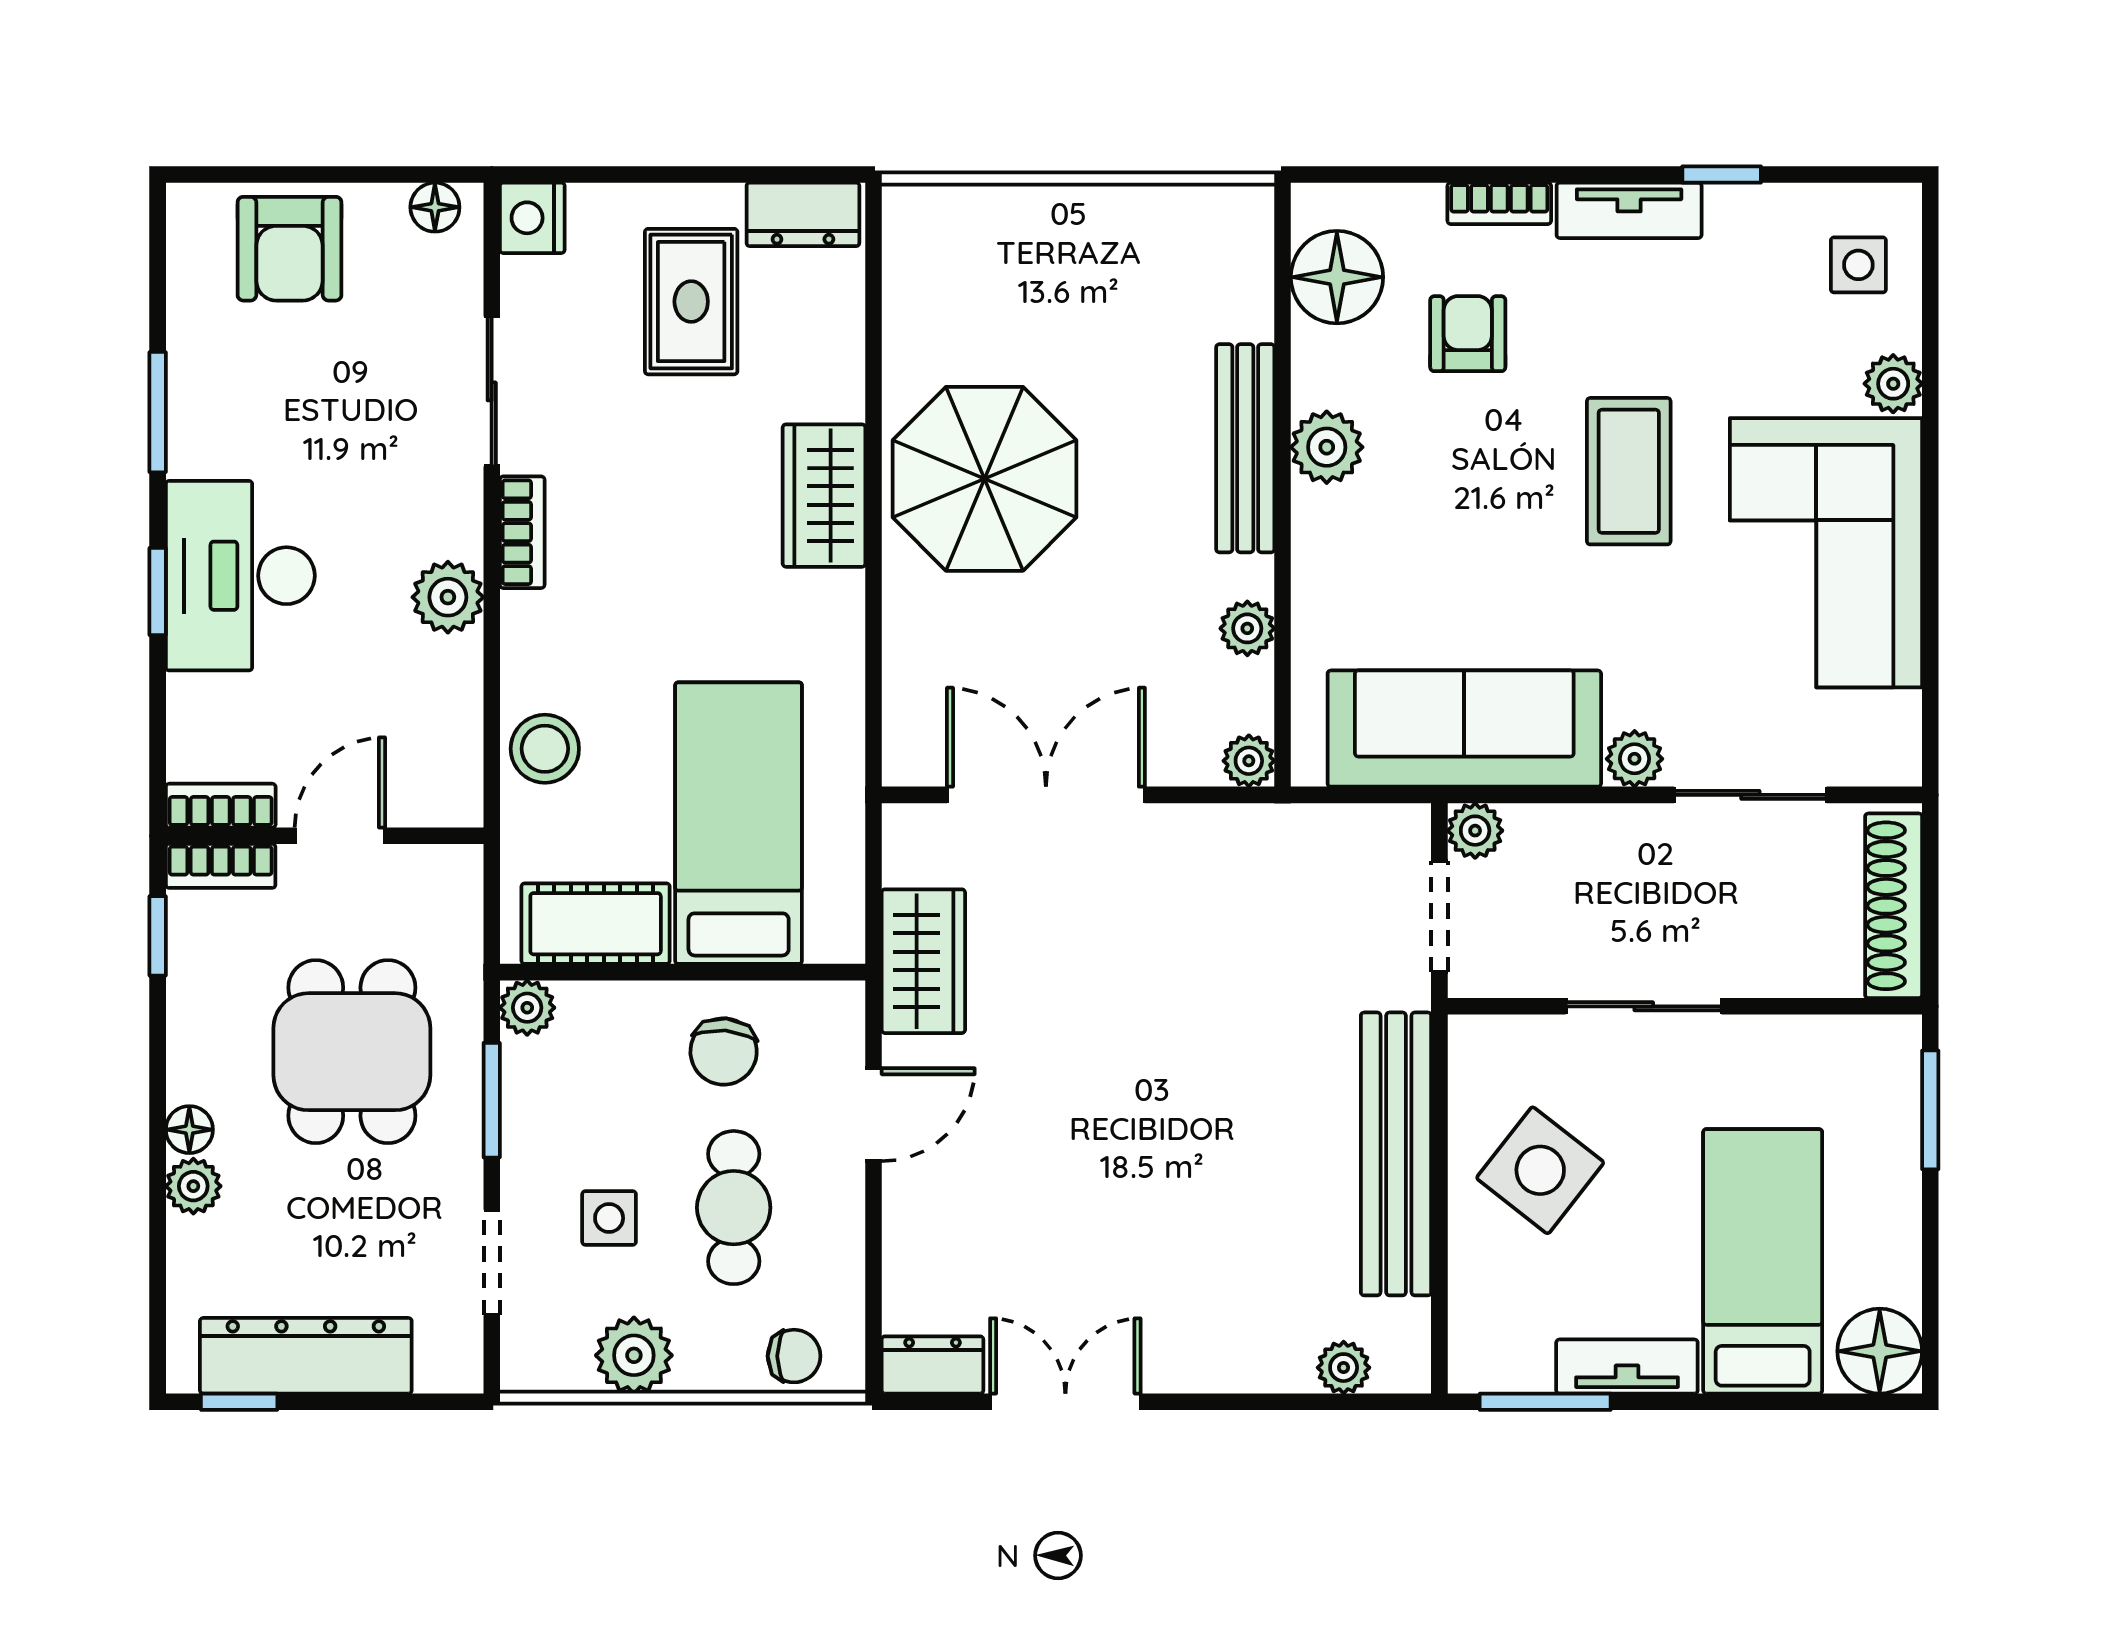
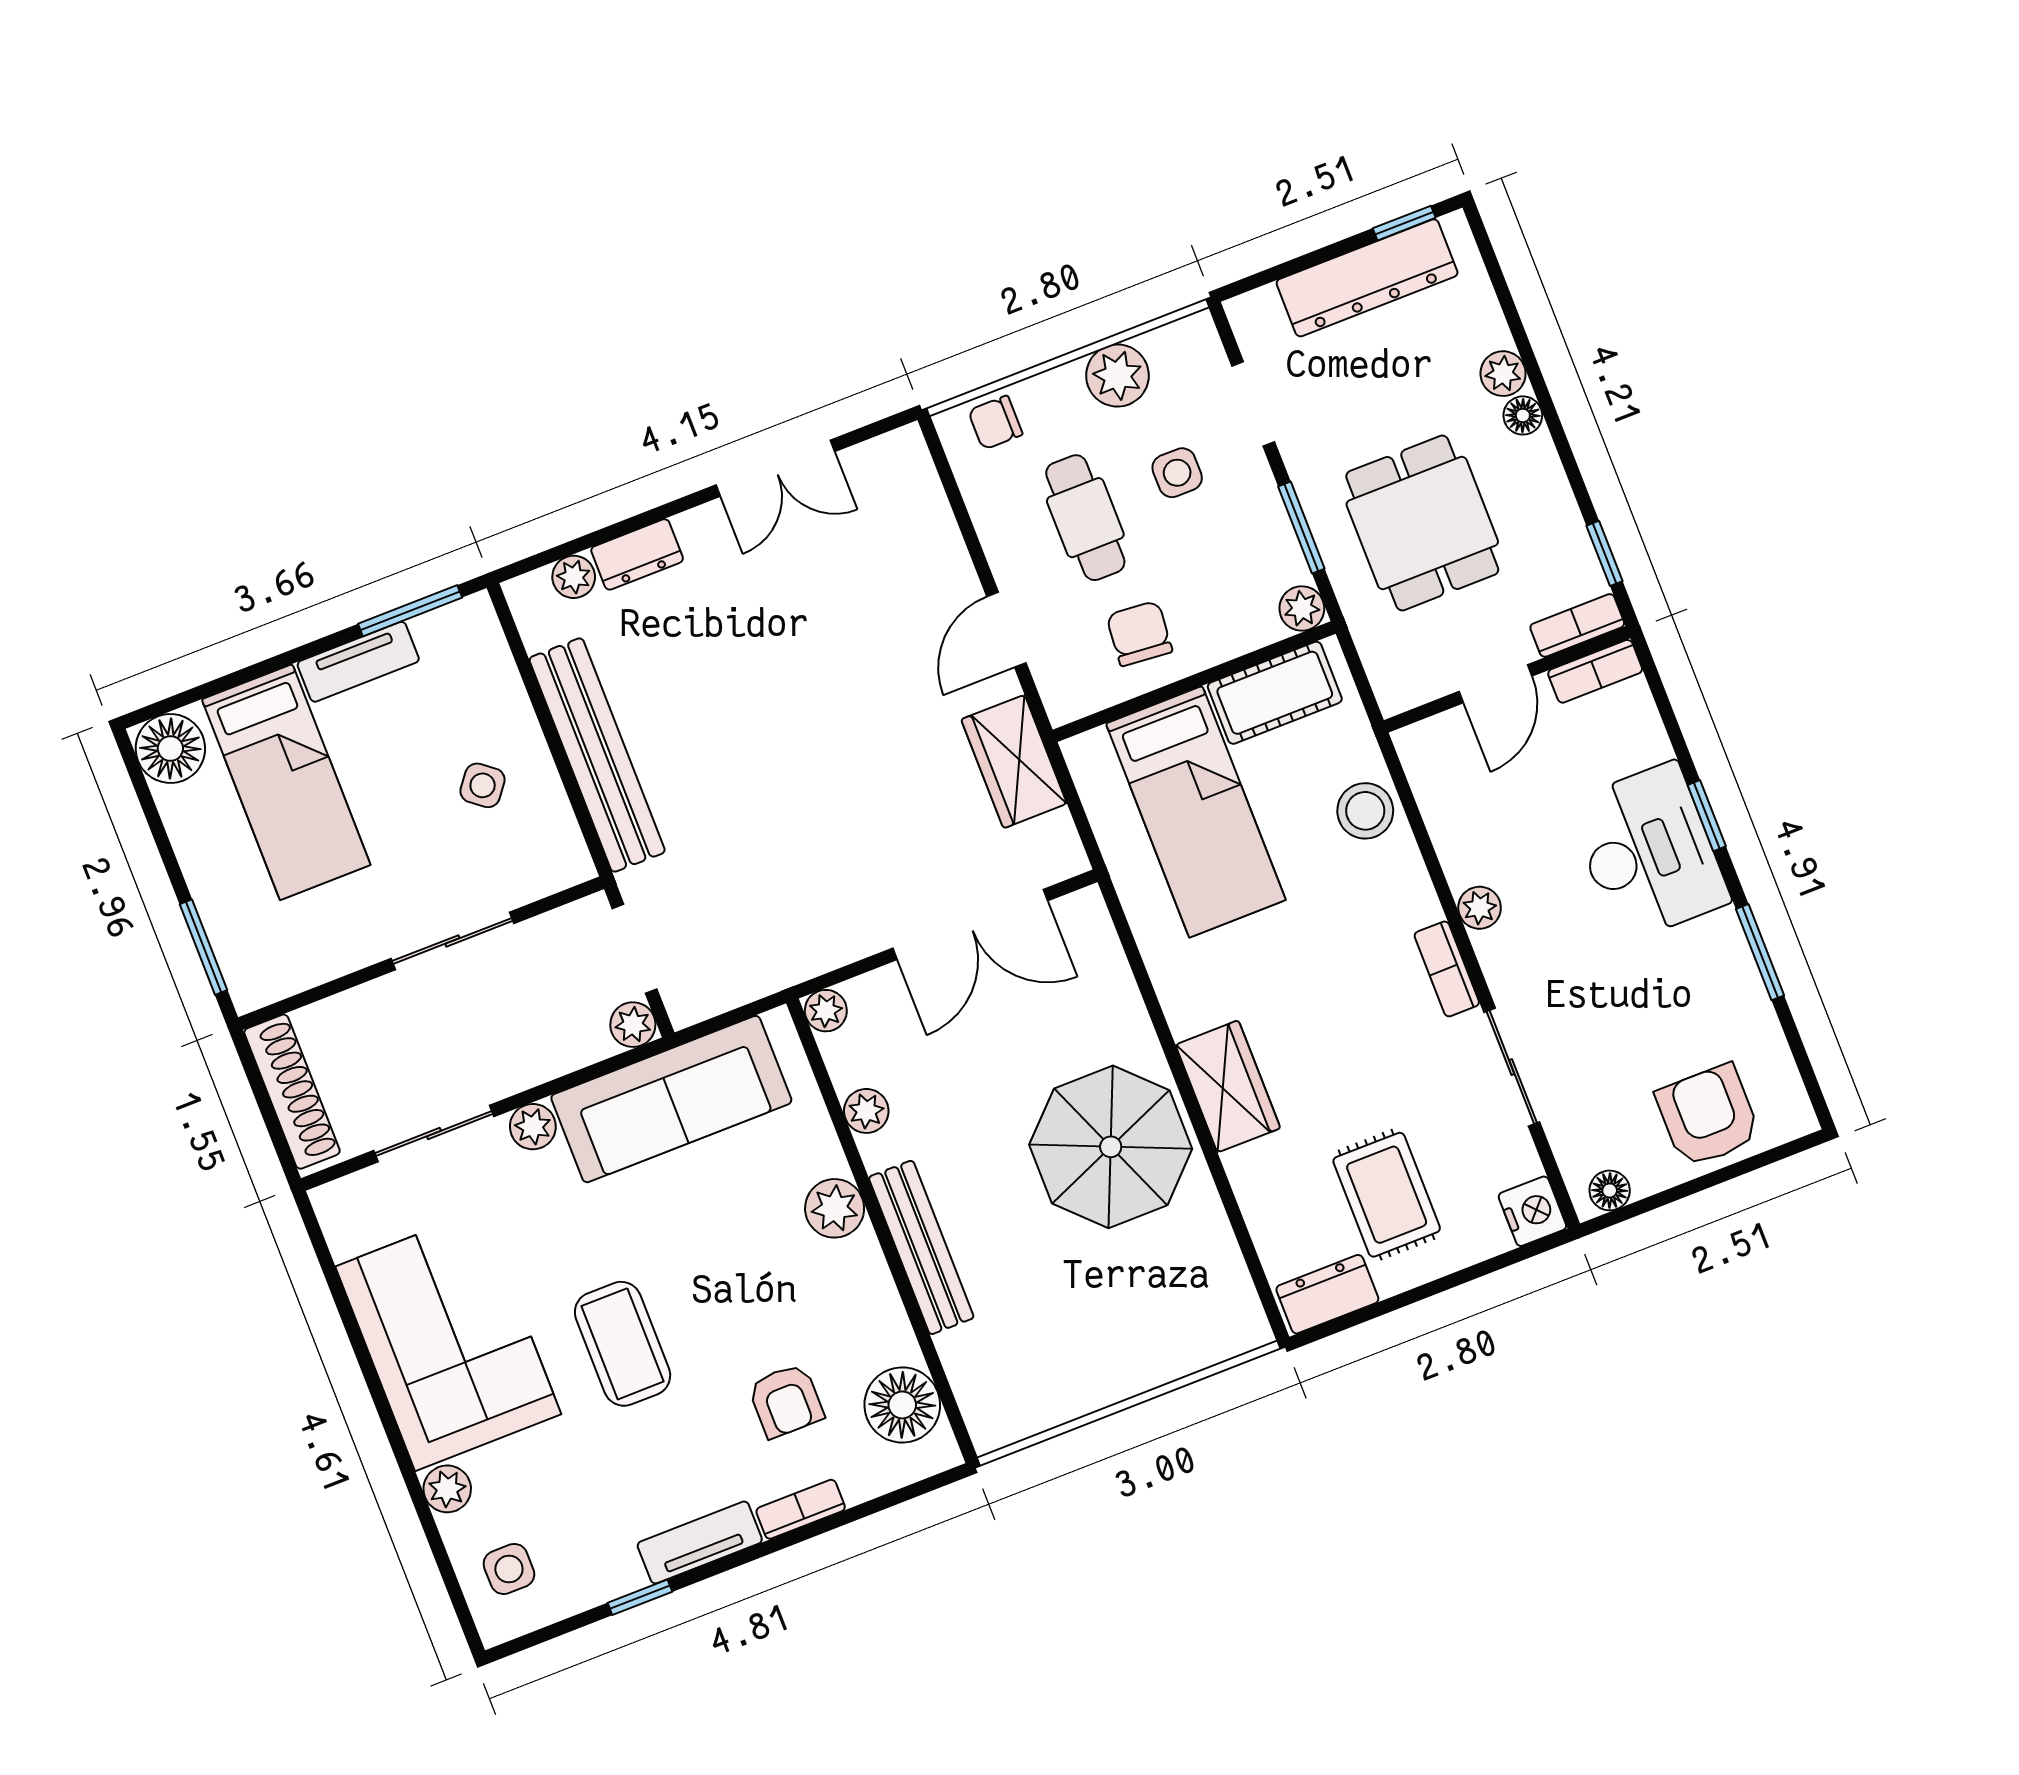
plant: (1327, 447) -> (835, 1208), moved
plant: (448, 597) -> (1480, 908), width x0.73, depth x0.73
side table: (1540, 1170) -> (483, 785), width x0.54, depth x0.54
dresser: (933, 1365) -> (637, 554), moved

